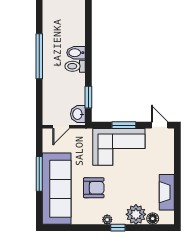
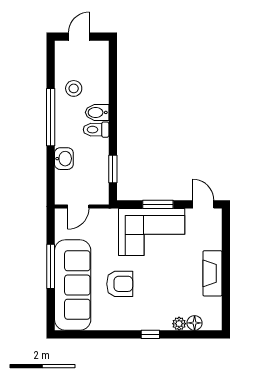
stool: (57, 34) -> (74, 88), added
washbasin: (78, 114) -> (64, 159), moved, turned 180
fireplace: (167, 192) -> (212, 273), moved
plant: (136, 214) -> (179, 324), width x0.53, depth x0.53
plant: (107, 220) -> (137, 324), removed

